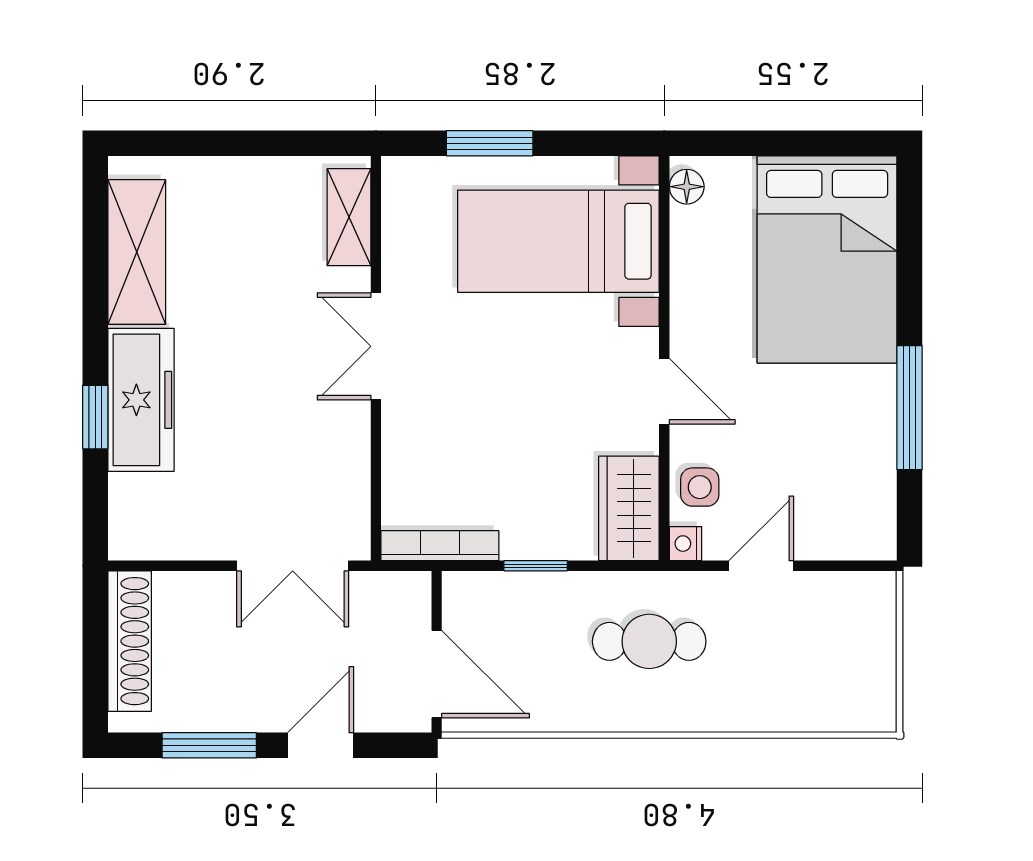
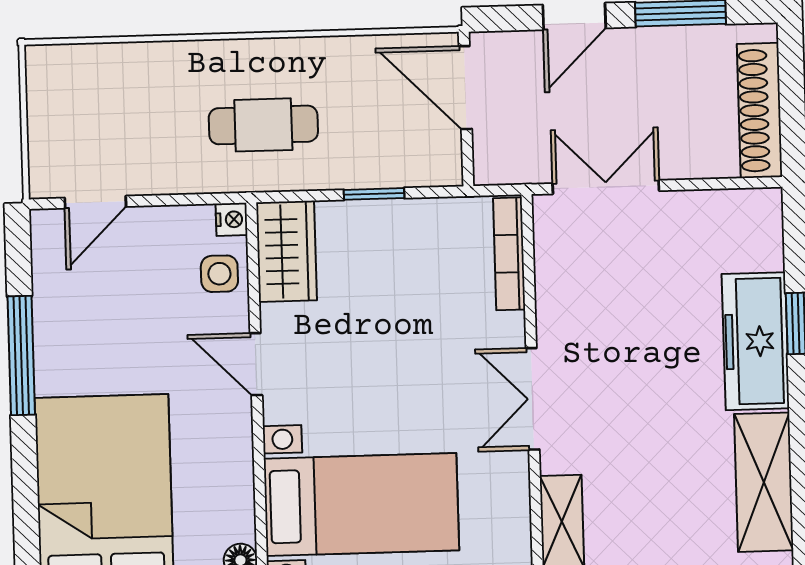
double door: (376, 346) -> (533, 399), swing flipped
bookcase: (440, 546) -> (509, 254), moved, turned 90
door: (761, 566) -> (95, 202), moved

